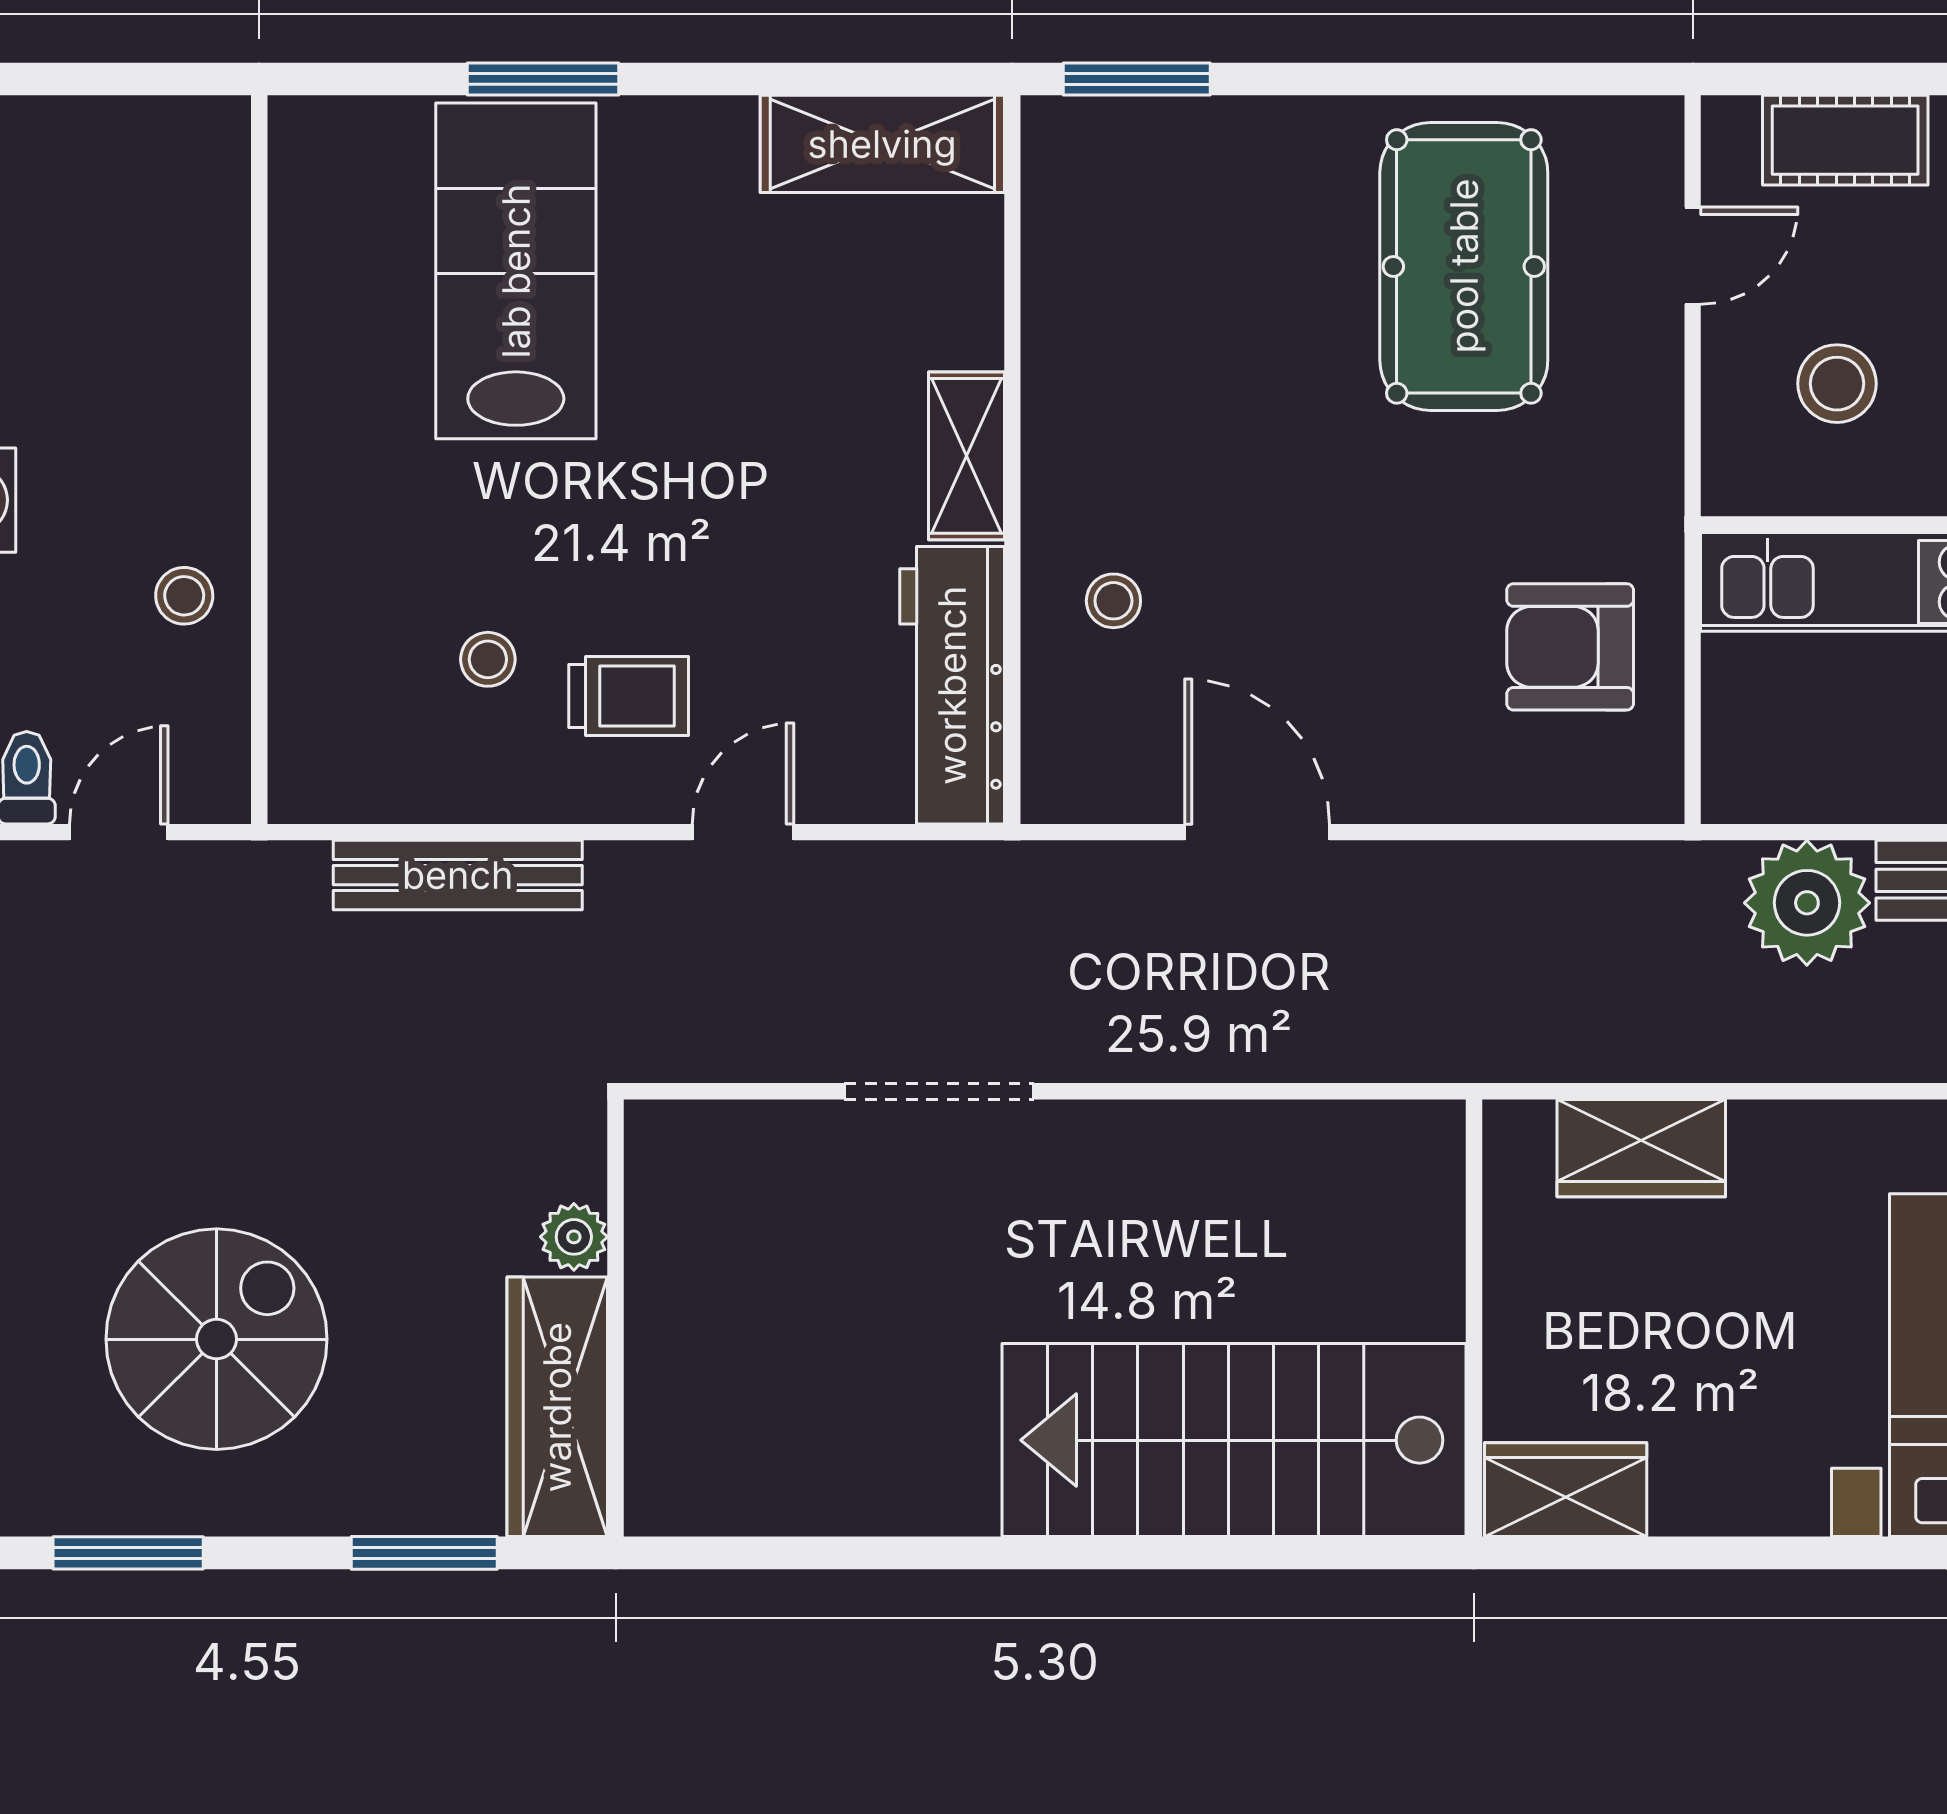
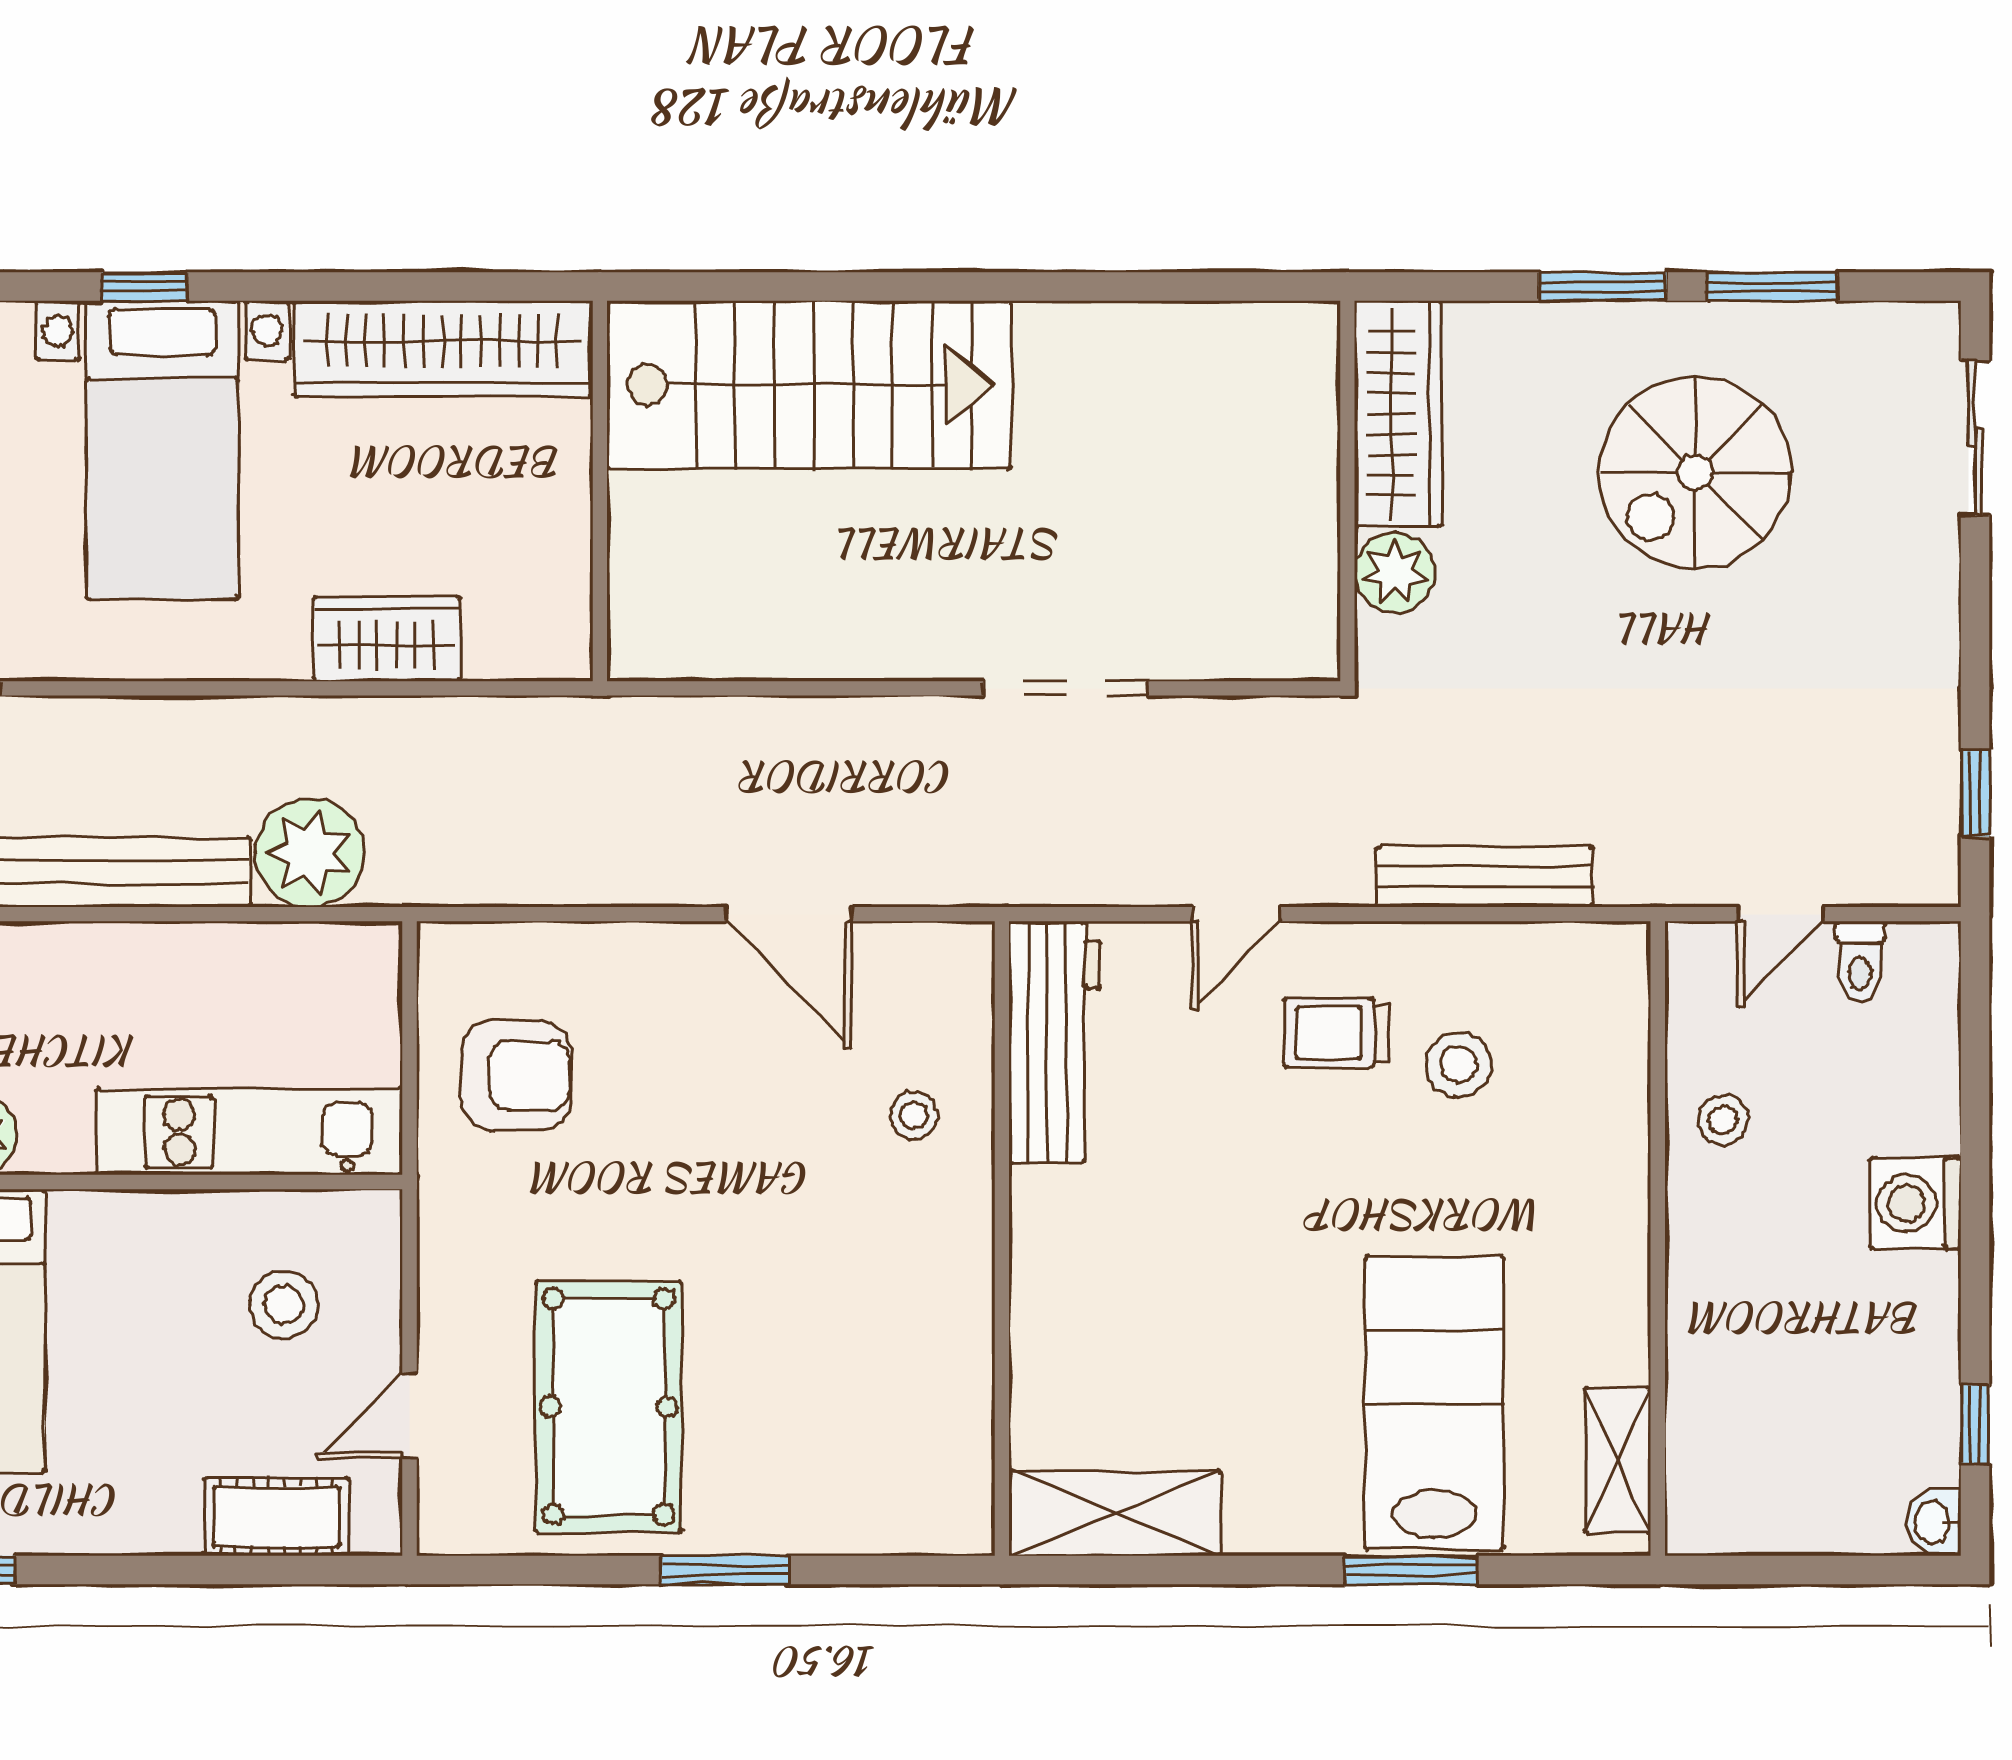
window: (1137, 79) -> (725, 1570), moved
lab bench: (516, 271) -> (1434, 1403), turned 180
shelving: (967, 456) -> (1618, 1460), moved
stool: (488, 659) -> (1459, 1065), width x1.37, depth x1.37
wardrobe: (1641, 1148) -> (387, 639), moved
plant: (574, 1237) -> (1395, 573), width x1.38, depth x1.38
wardrobe: (1566, 1490) -> (442, 349), width x2.10, depth x1.17
window: (424, 1553) -> (1603, 286), moved

